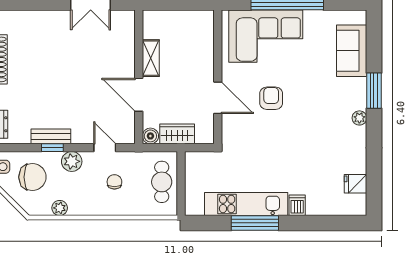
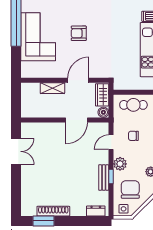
shelving: (151, 58) -> (52, 88), moved
wall: (218, 77) -> (65, 80), moved
door: (218, 98) -> (78, 80), moved

